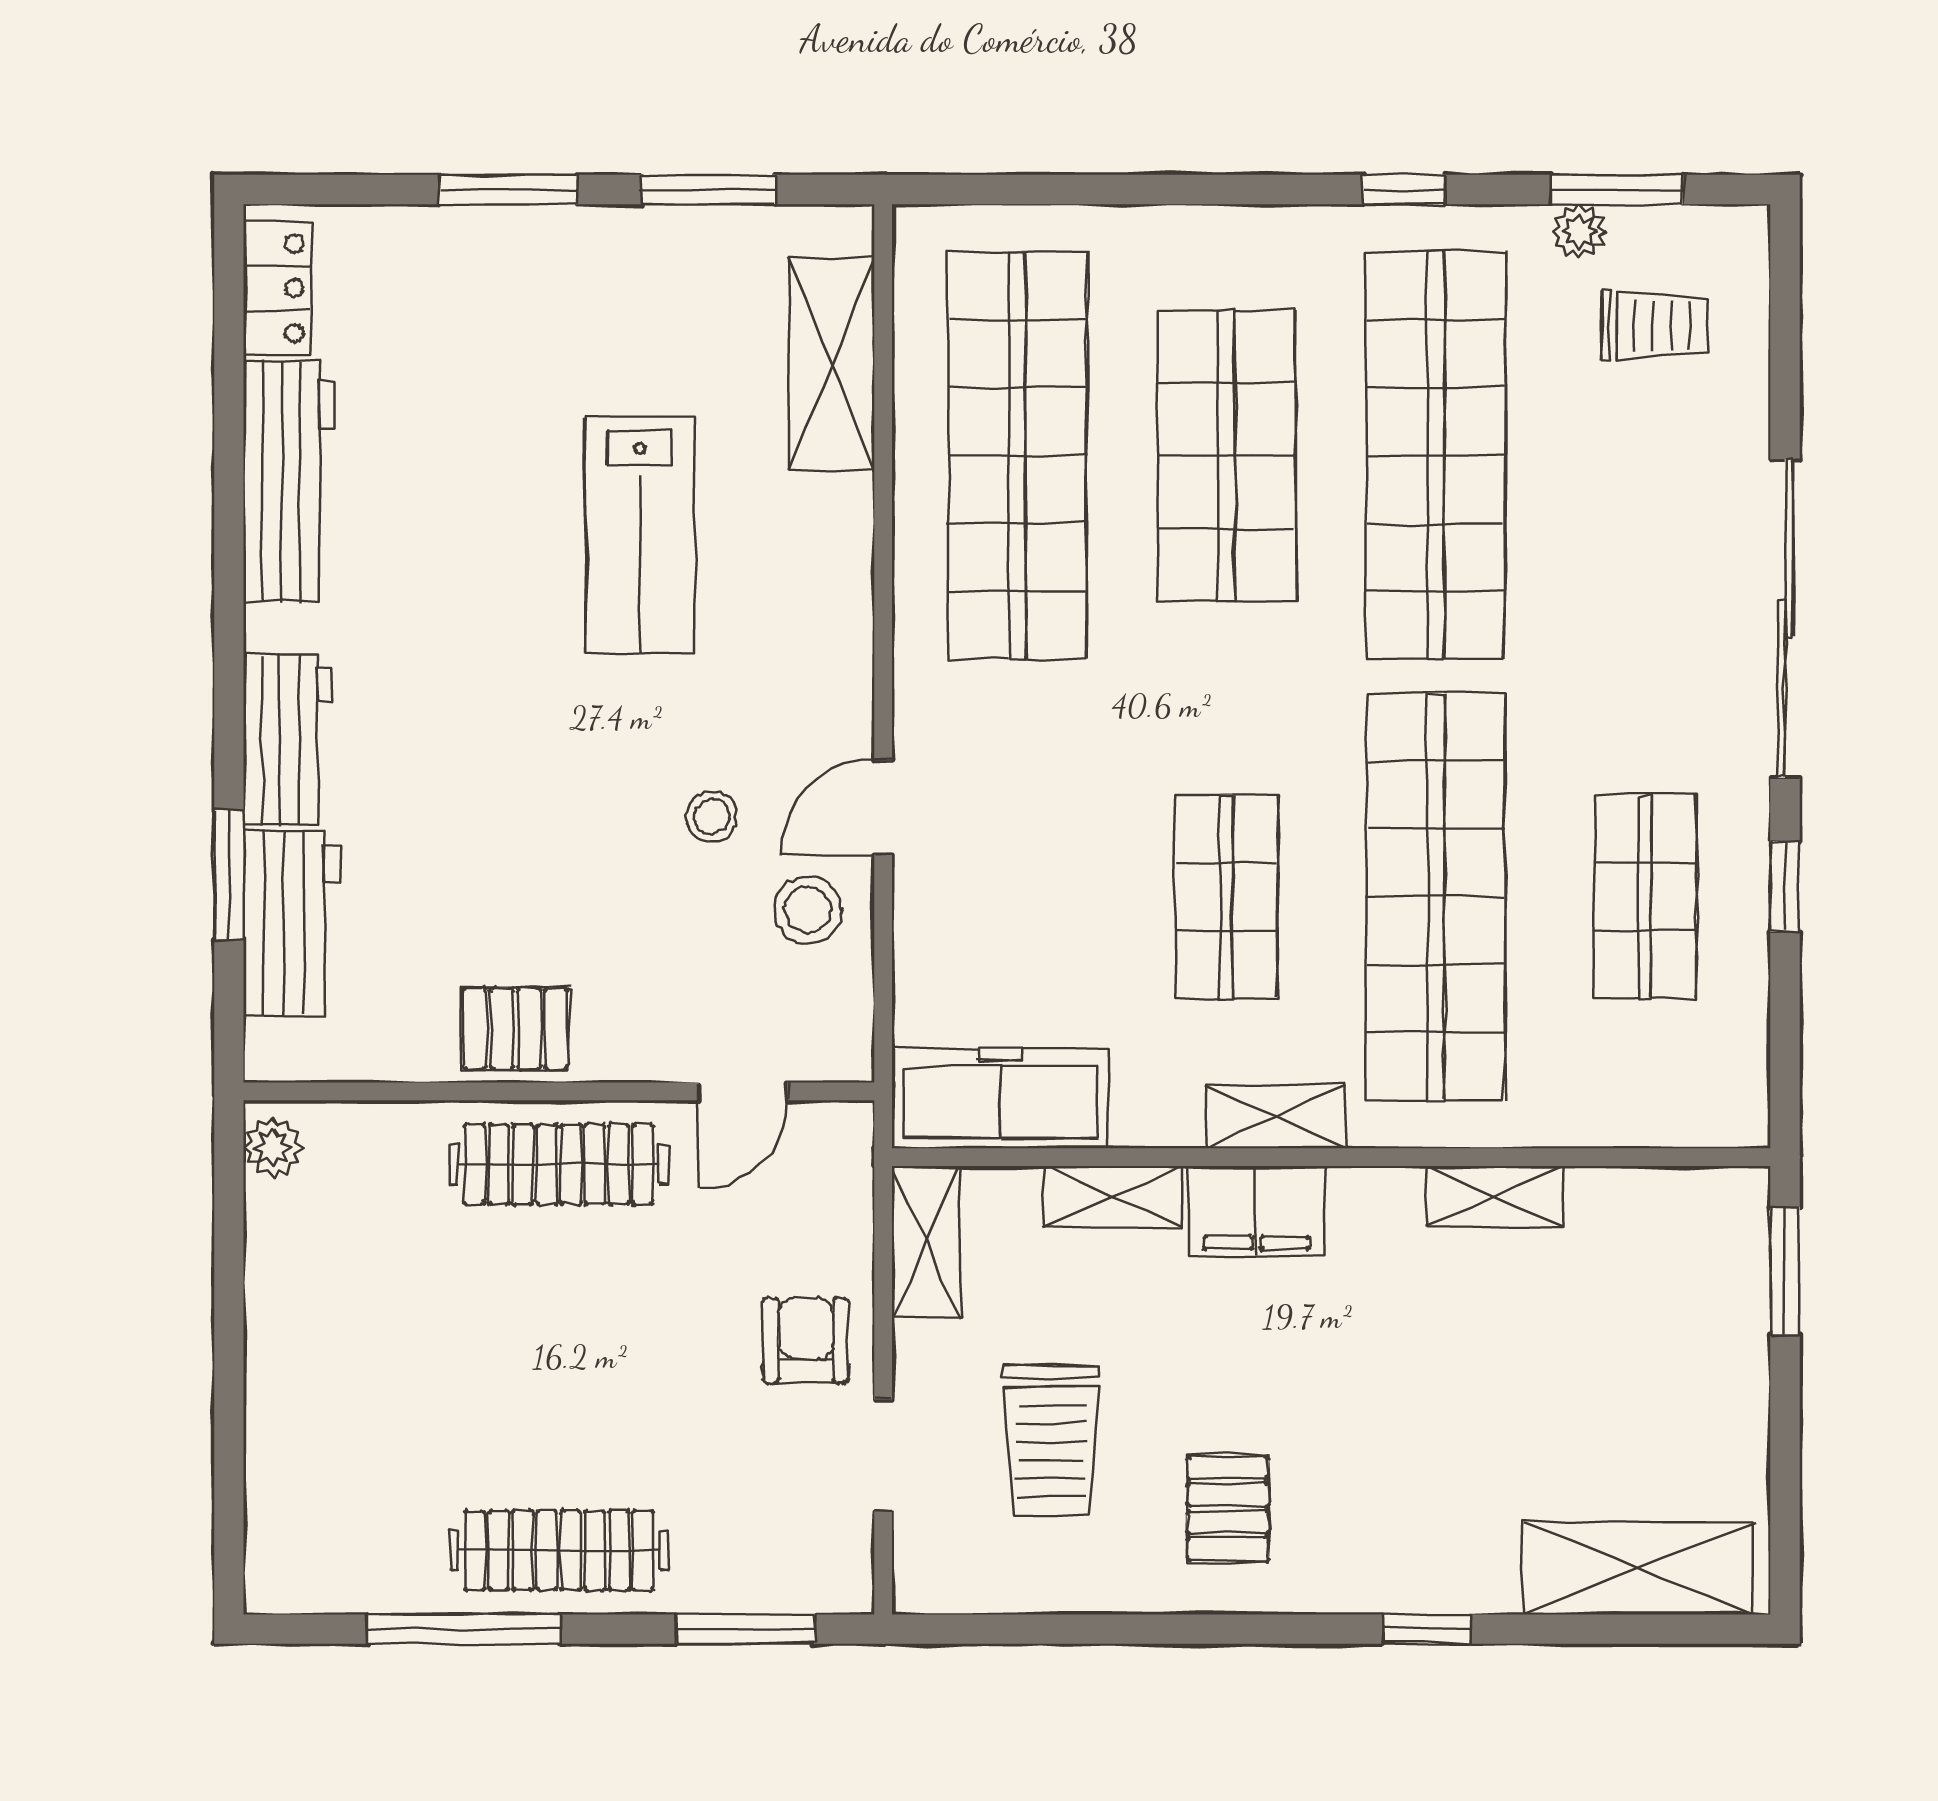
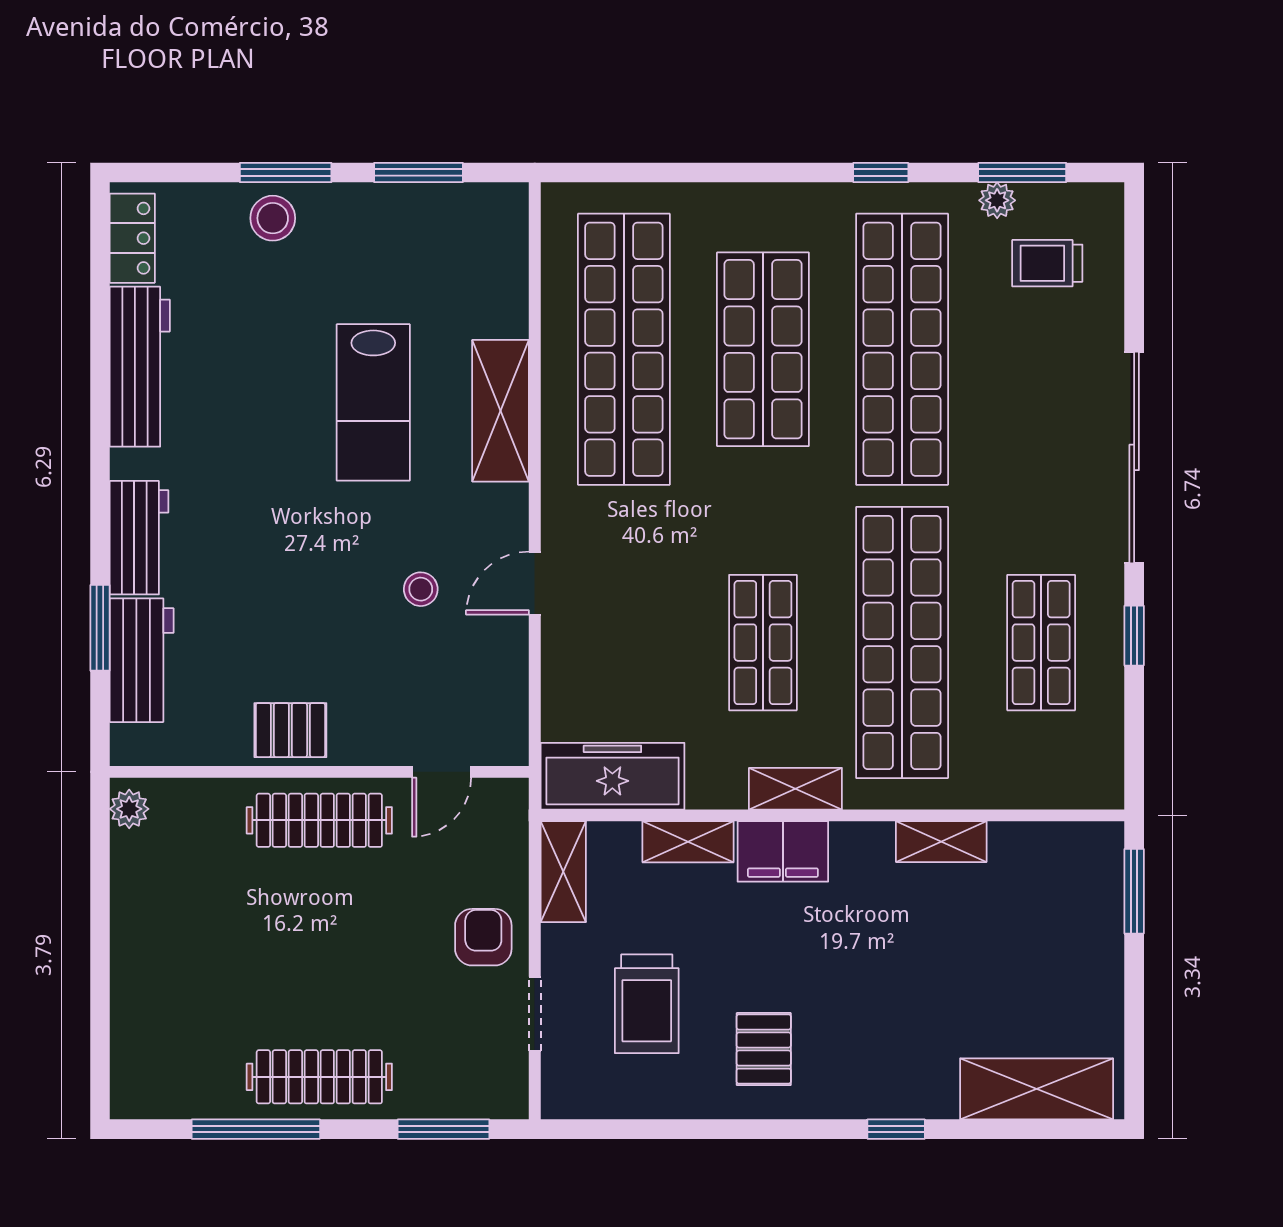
trolley: (1654, 326) -> (1047, 263), turned 180
shelving: (832, 364) -> (501, 411), moved
stool: (808, 910) -> (273, 218), moved

